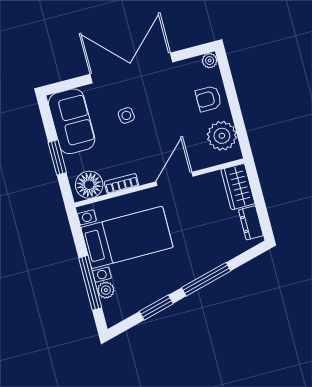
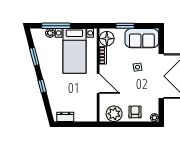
wardrobe: (238, 187) -> (86, 115), removed
window: (206, 279) -> (42, 86), width x0.46

